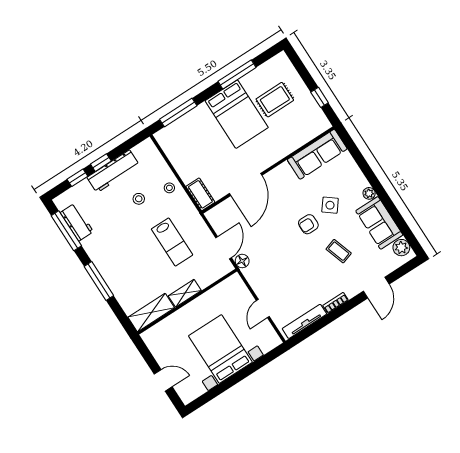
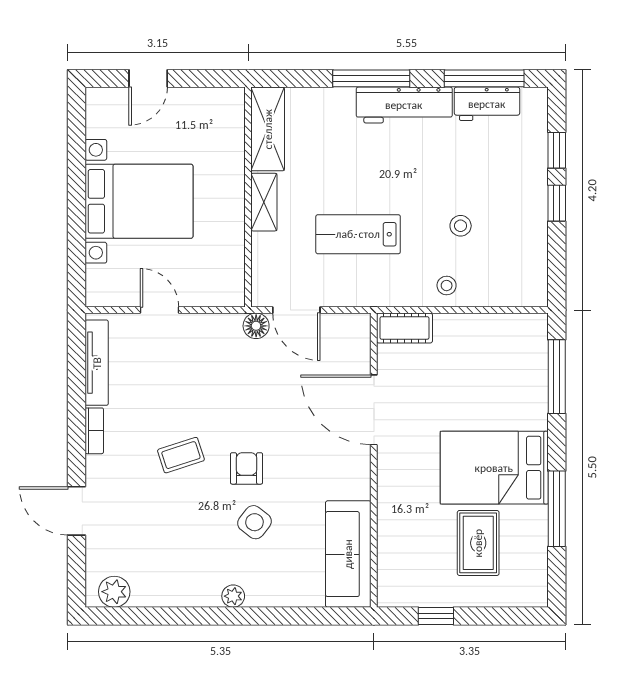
workbench: (113, 171) -> (404, 105), moved, turned -90
sofa: (379, 223) -> (176, 582), removed
coffee table: (339, 251) -> (181, 455), moved

